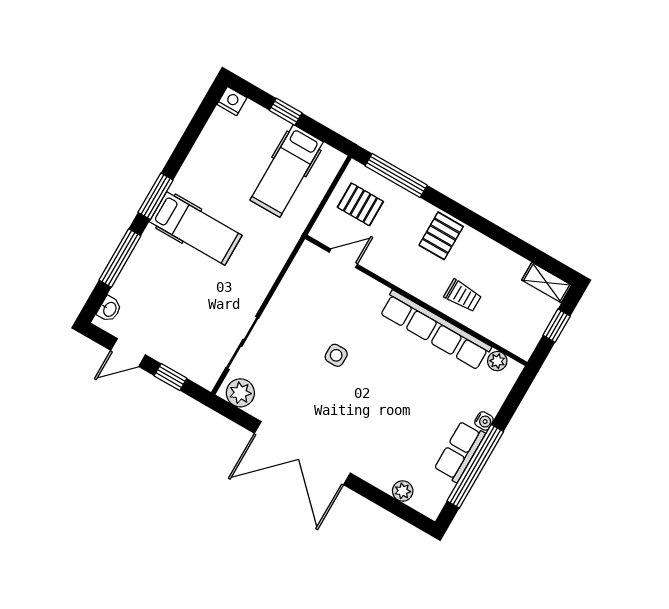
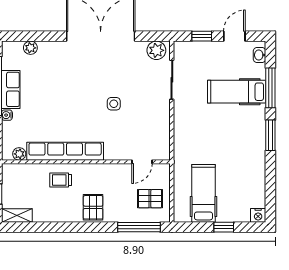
hospital bed: (196, 228) -> (237, 92), moved

